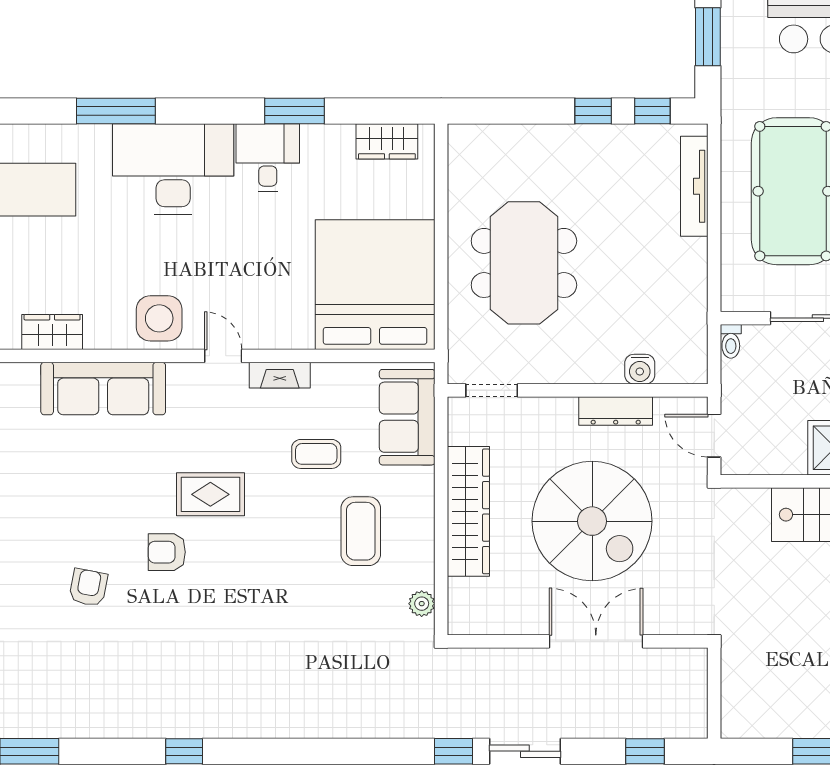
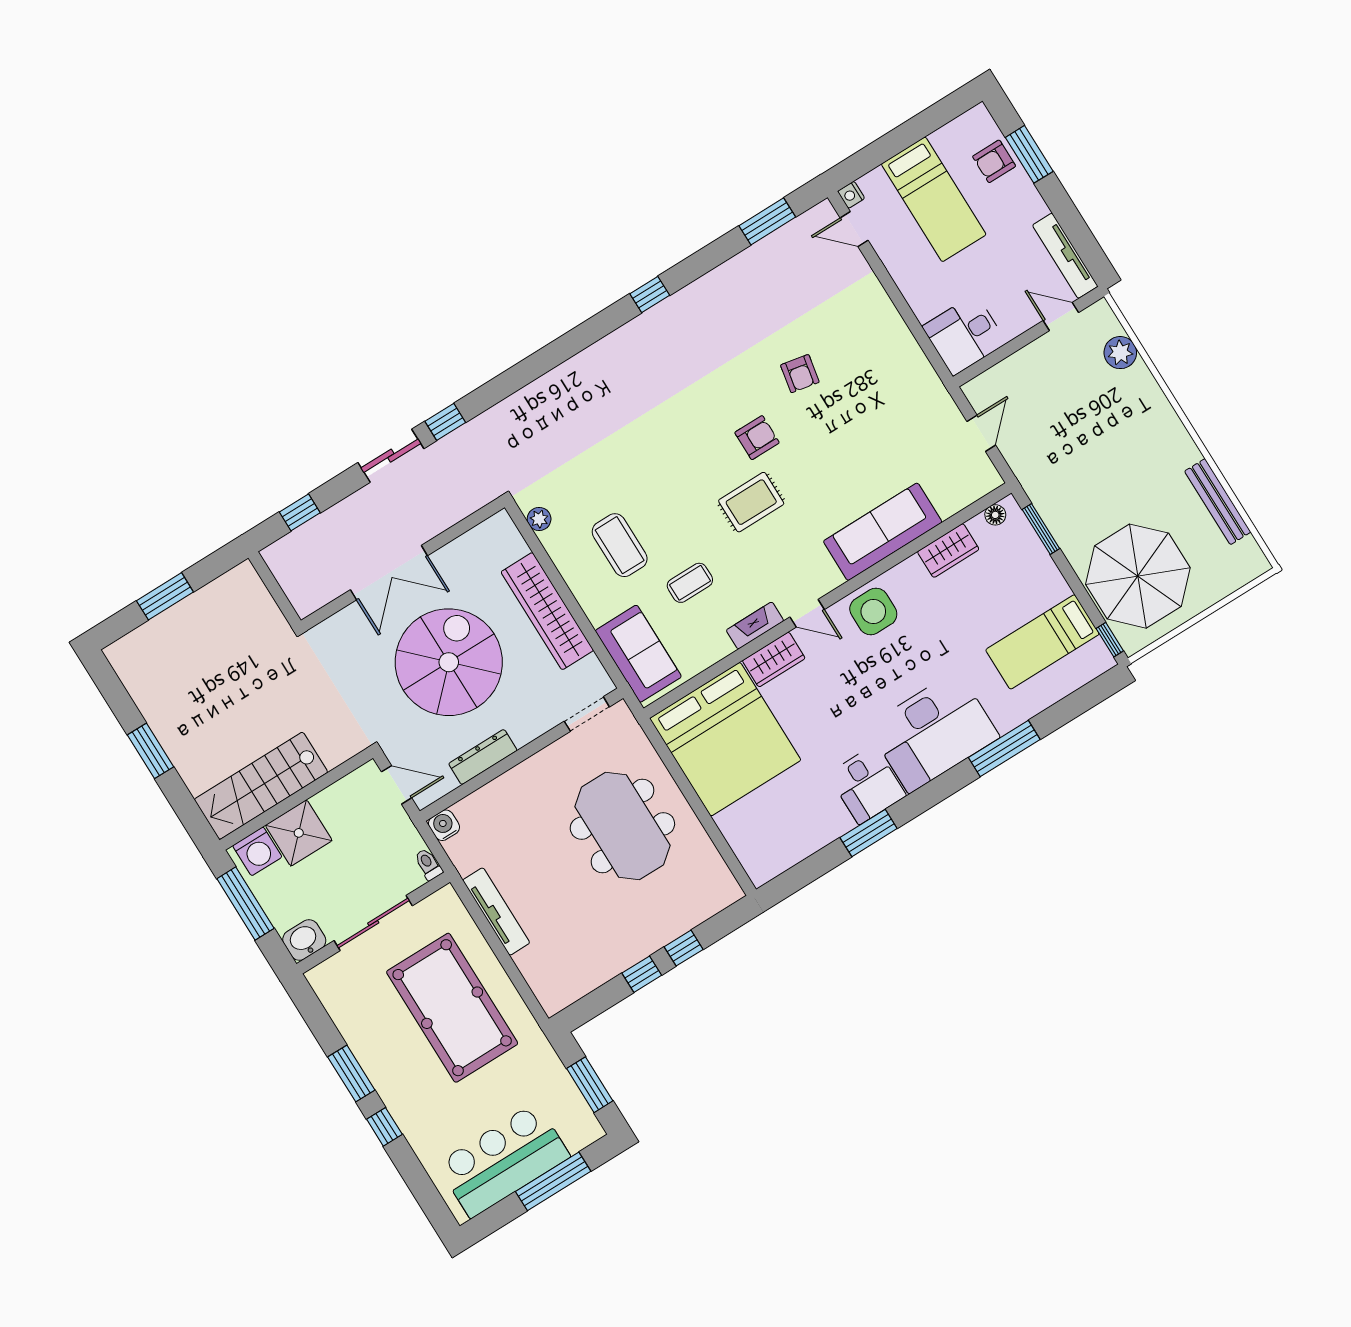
window: (652, 111) -> (684, 948), moved
wardrobe: (387, 141) -> (774, 659), moved, turned 180
tv unit: (694, 186) -> (496, 912), moved
water cooler: (640, 369) -> (444, 825), moved
spiral stairs: (592, 521) -> (449, 662), turned 90

